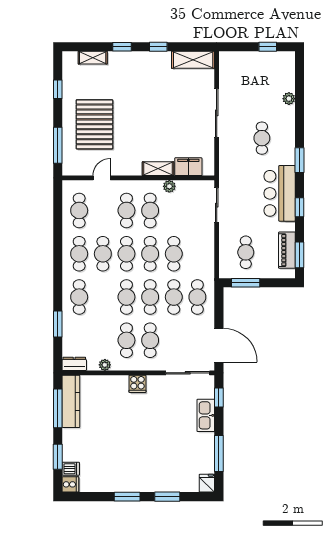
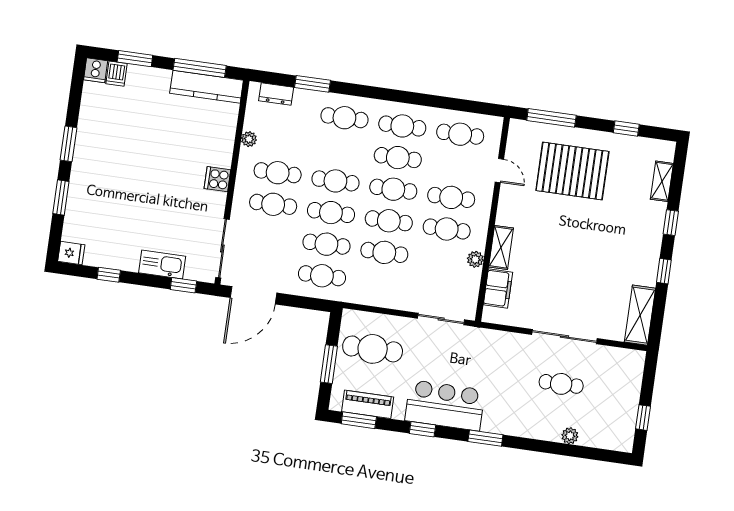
cafe table: (262, 138) -> (561, 384), moved
cafe table: (246, 252) -> (373, 349), width x1.37, depth x1.35
window: (246, 283) -> (329, 364), moved
dresser: (74, 364) -> (276, 94), moved, turned 90
window: (219, 453) -> (109, 275), width x0.46

